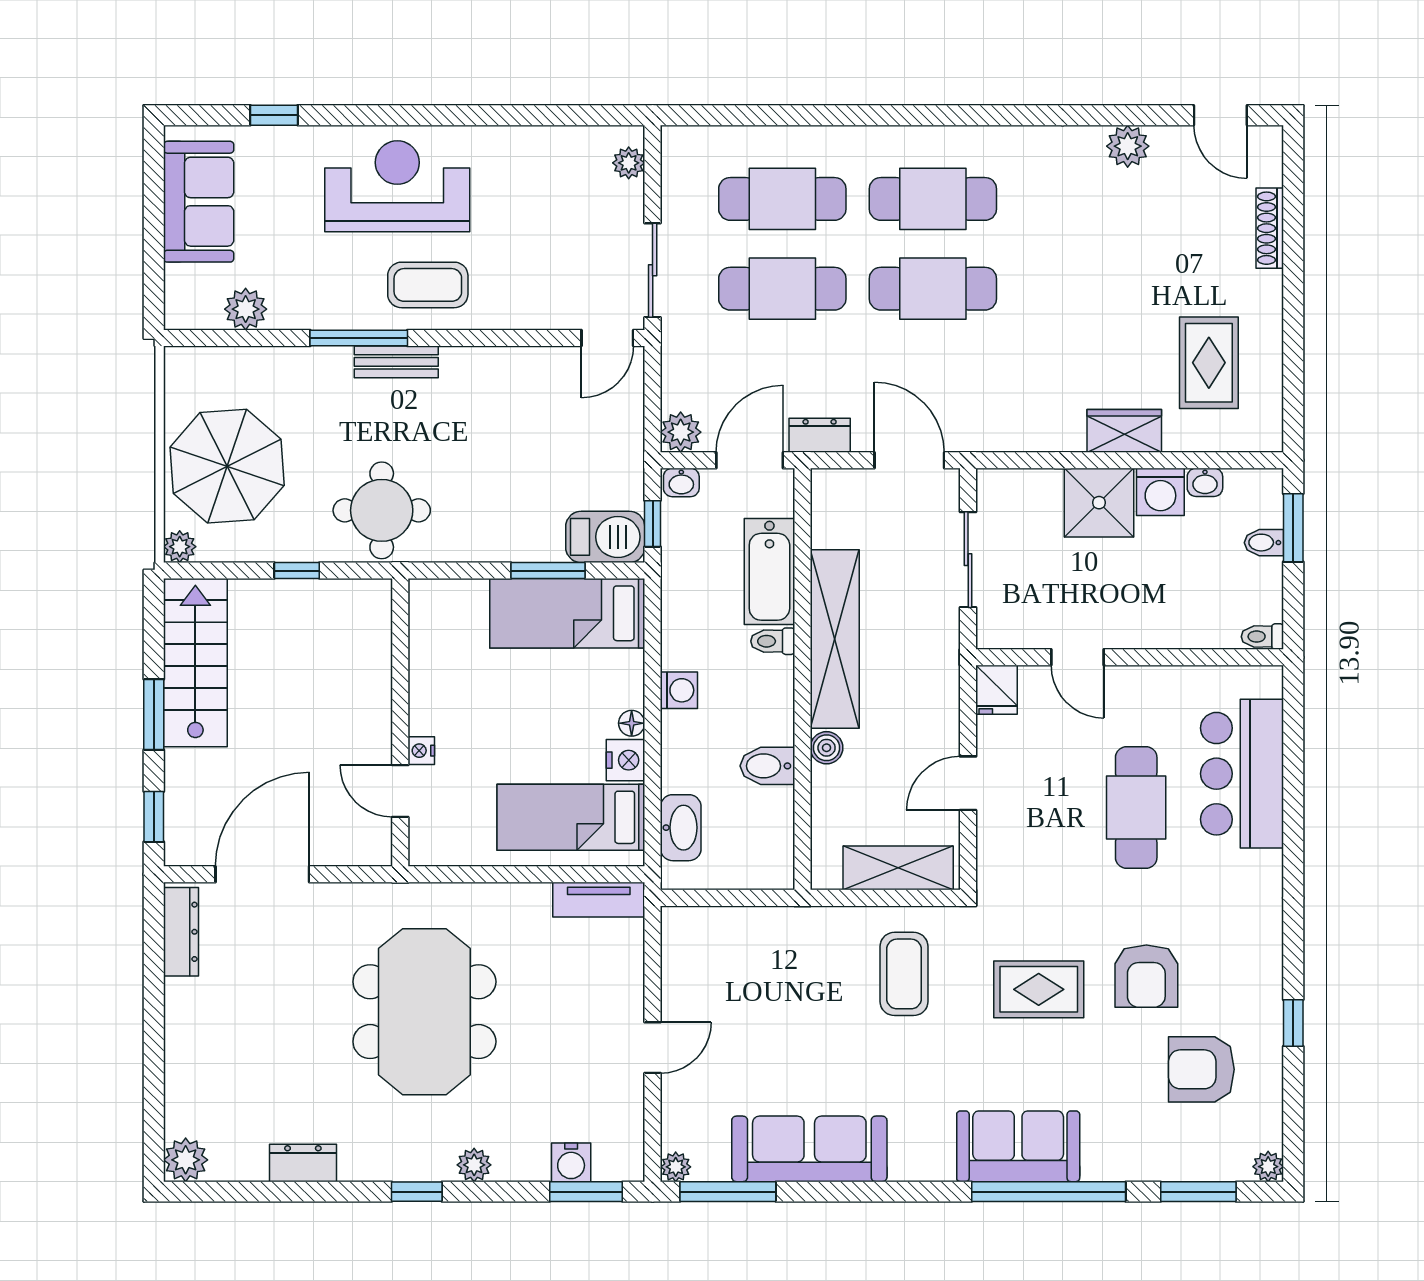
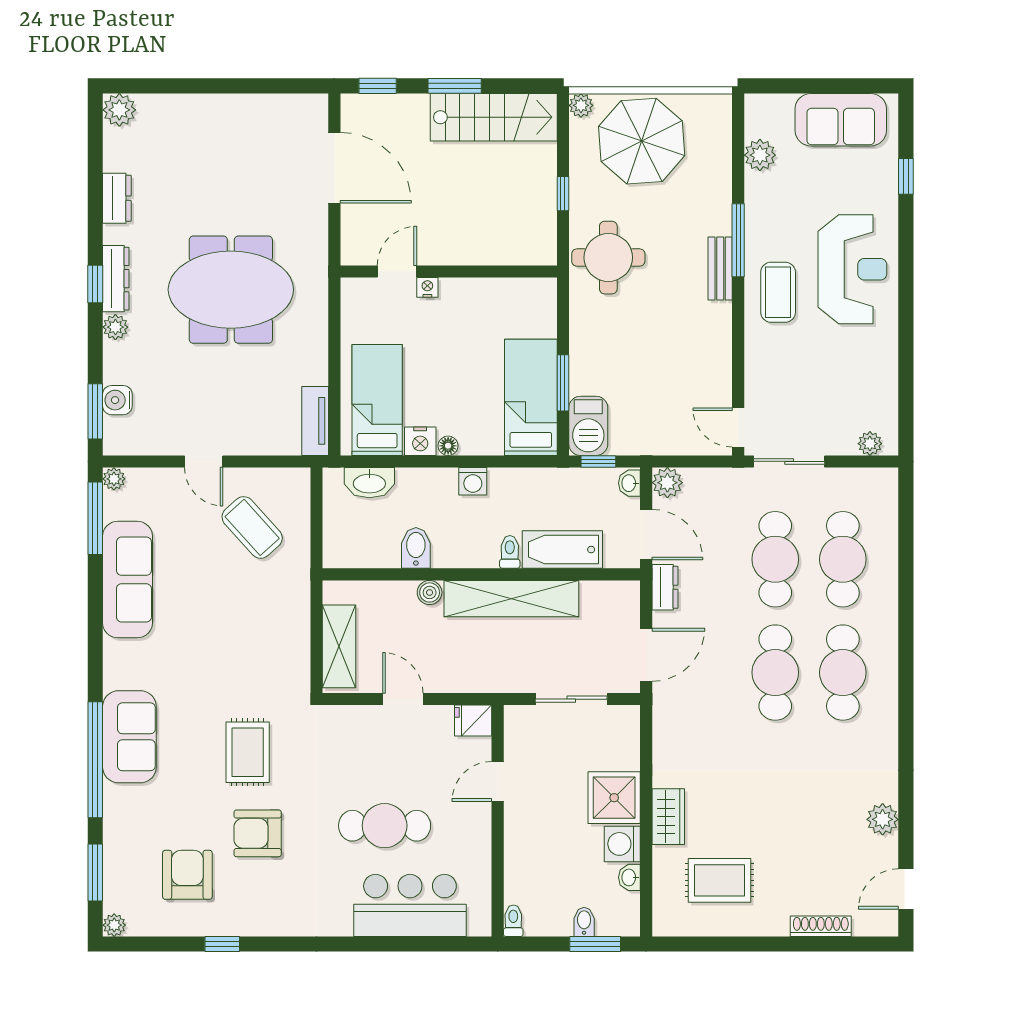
dresser: (181, 932) -> (116, 279), moved, turned -90
coffee table: (904, 974) -> (252, 527), moved, turned 48

